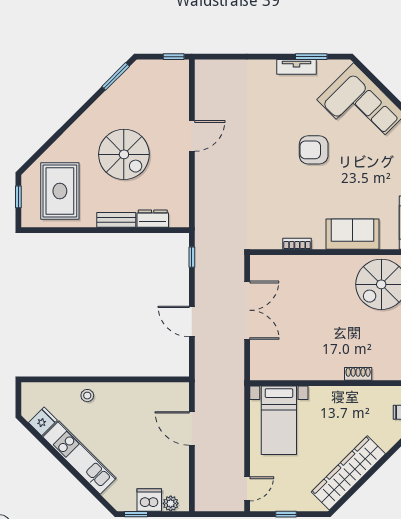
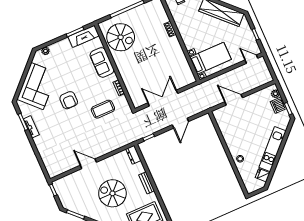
spiral stairs: (124, 154) -> (112, 193), turned -90
coffee table: (273, 201) -> (103, 109), added
dresser: (153, 219) -> (133, 155), moved
door: (192, 428) -> (234, 100), swing flipped

